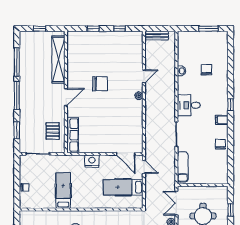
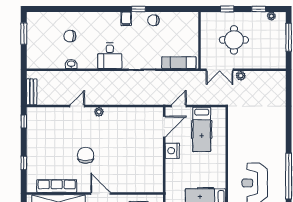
window: (119, 29) -> (24, 121), moved
door: (144, 76) -> (77, 106), hinge flipped
window: (231, 105) -> (139, 9), moved
row of seats: (73, 135) -> (57, 186), moved
nightstand: (92, 161) -> (172, 151), moved

